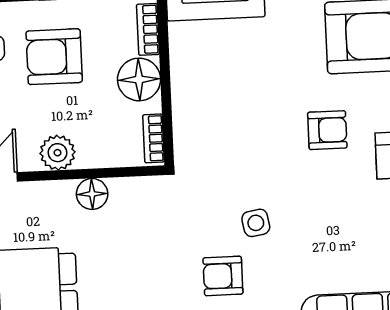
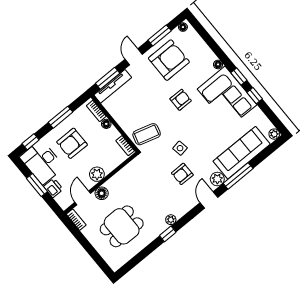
floor lamp: (139, 79) -> (106, 124), width x0.53, depth x0.53
coffee table: (211, 147) -> (147, 134), added
floor lamp: (92, 194) -> (102, 193), moved

